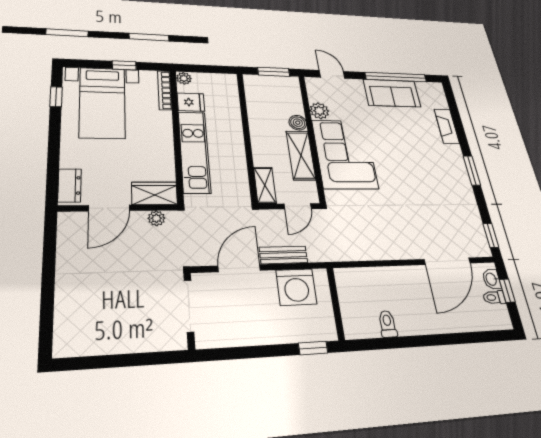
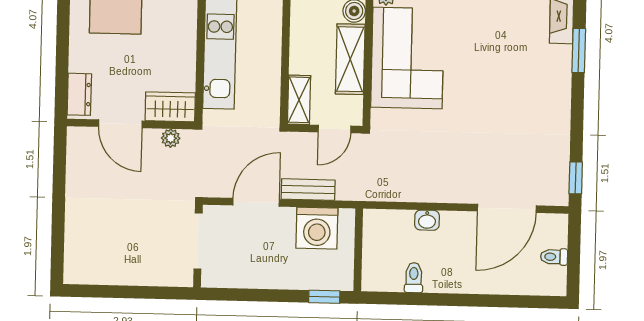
window: (472, 170) -> (579, 50), moved
door: (109, 208) -> (120, 124), hinge flipped
washbasin: (492, 279) -> (427, 220), moved, turned -90
window: (507, 291) -> (574, 250), removed

